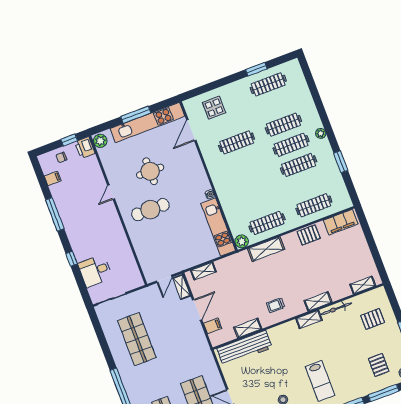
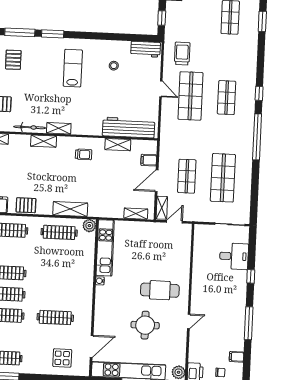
shop shelf: (171, 326) -> (187, 176), added

